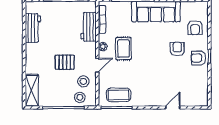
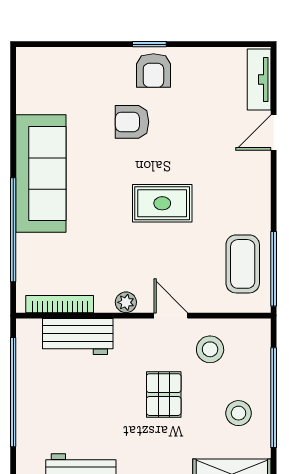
armchair: (195, 28) -> (80, 79), removed
rug: (124, 49) -> (162, 203), moved
stool: (80, 97) -> (239, 413), moved
tv unit: (195, 102) -> (259, 80), added
door: (173, 108) -> (274, 133), hinge flipped

